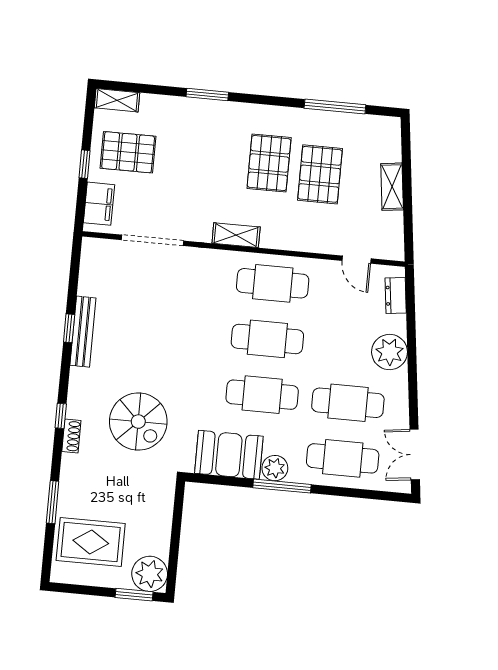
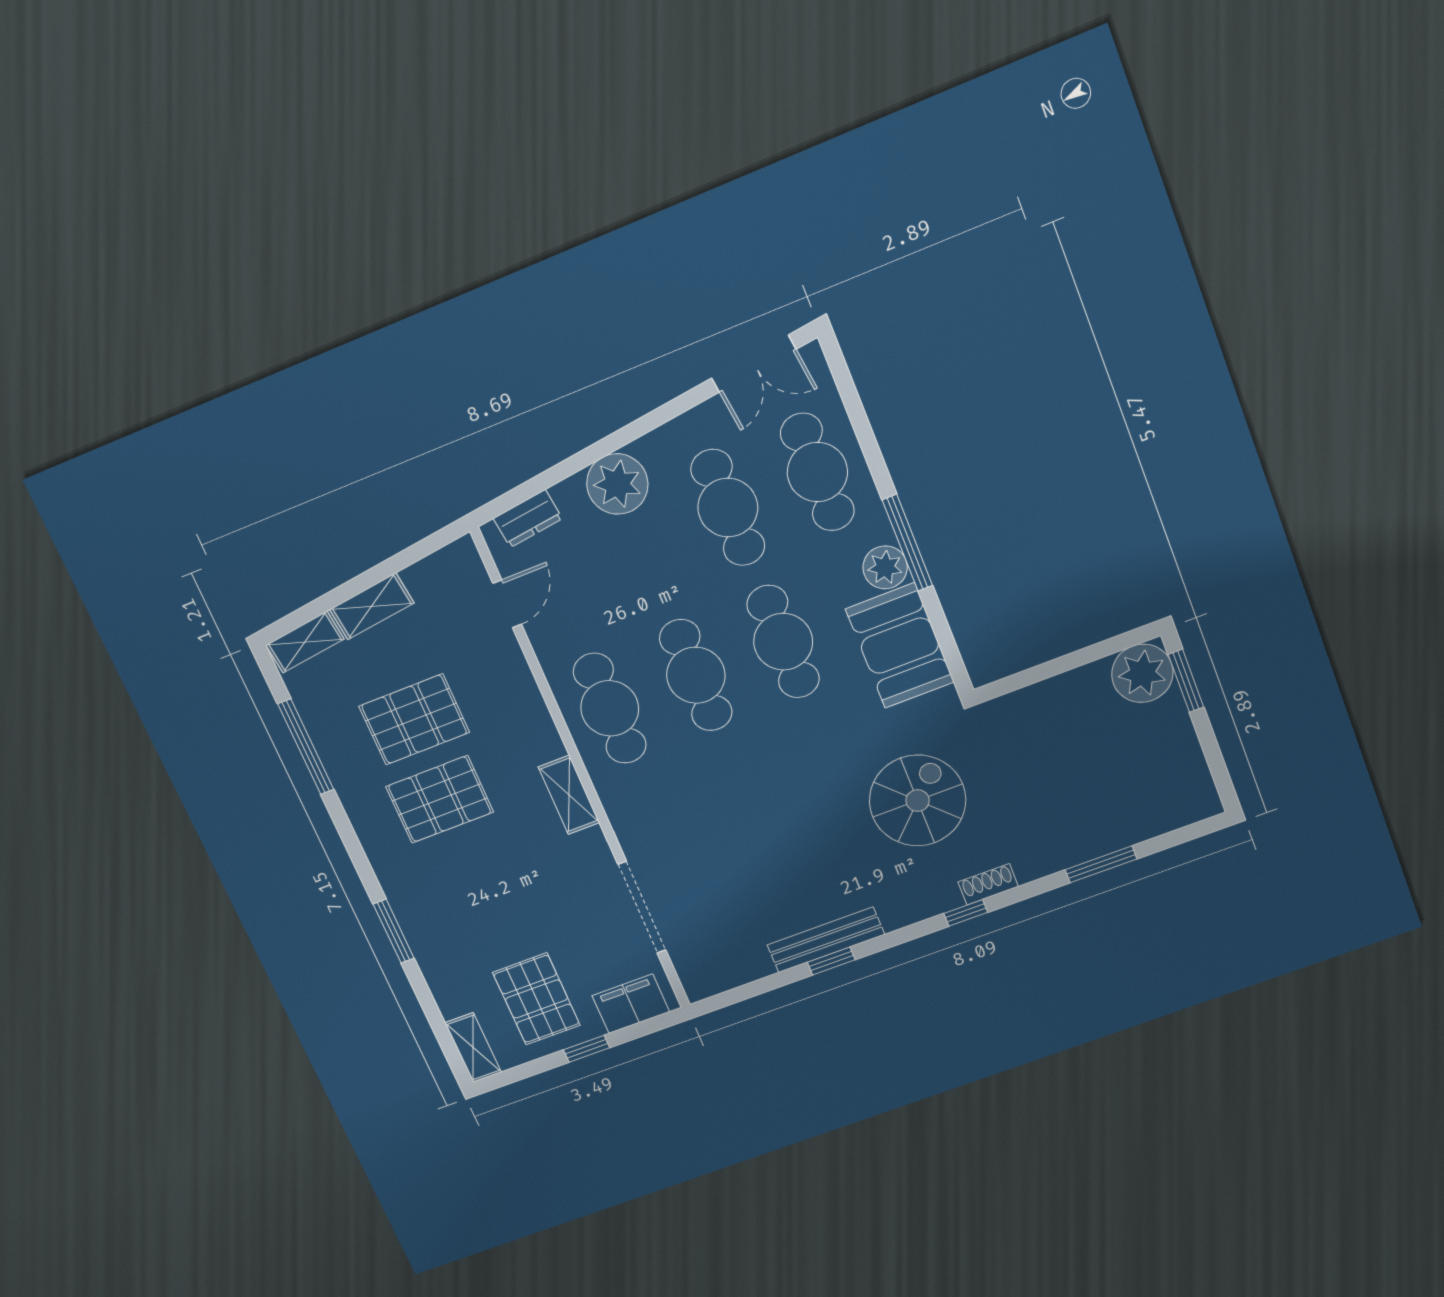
shelving: (391, 140) -> (305, 642), added
rug: (91, 542) -> (1135, 782), removed

